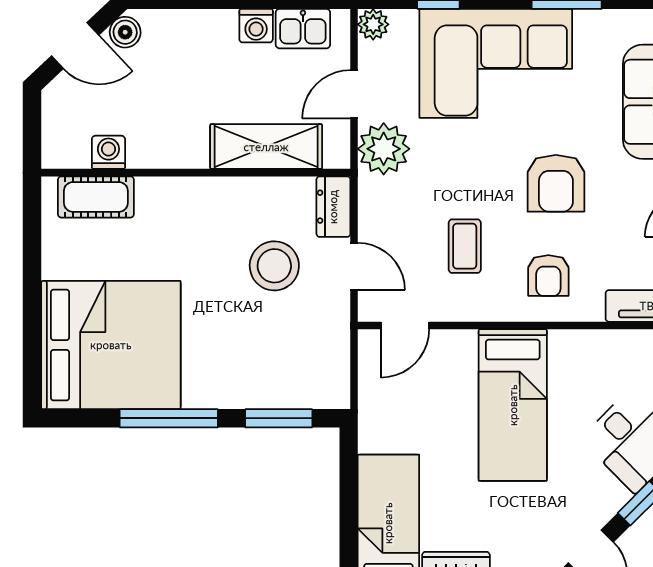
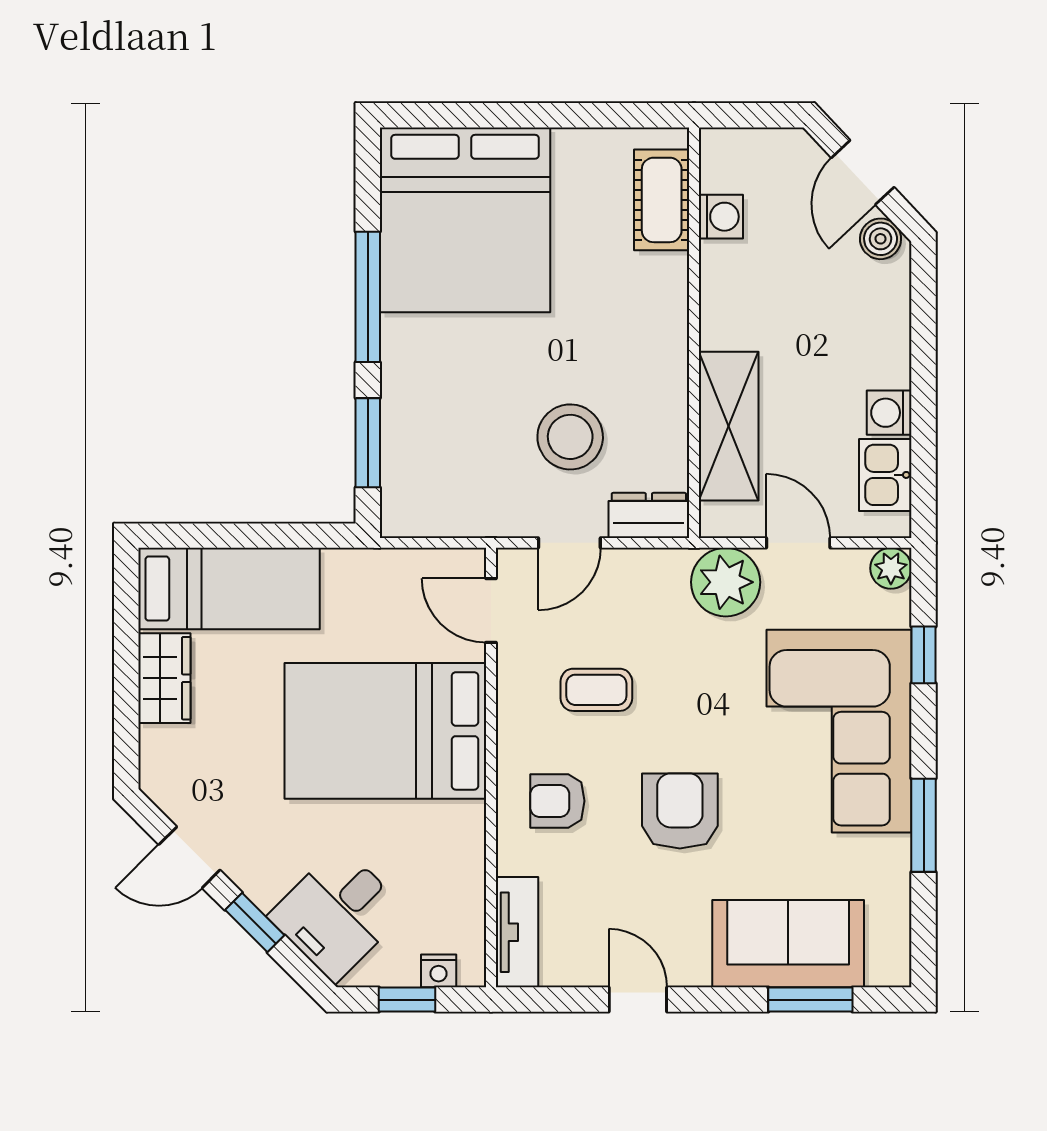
armchair: (556, 183) -> (680, 811), turned 90
bed: (513, 405) -> (385, 731), width x1.50

